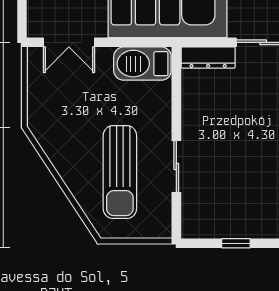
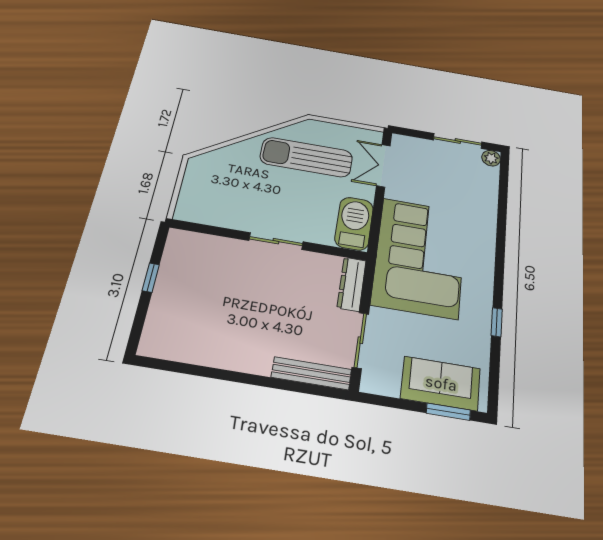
sliding door: (176, 166) -> (276, 241), moved
sun lounger: (120, 172) -> (306, 157), moved

